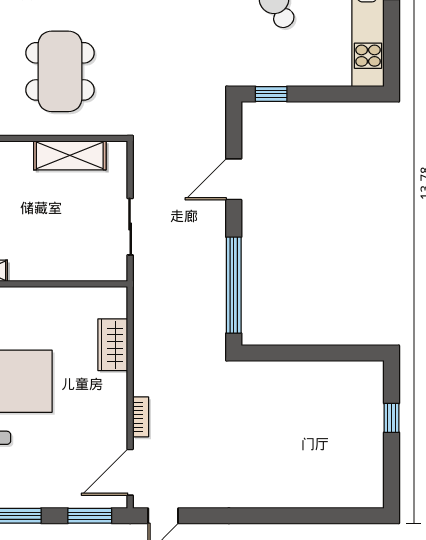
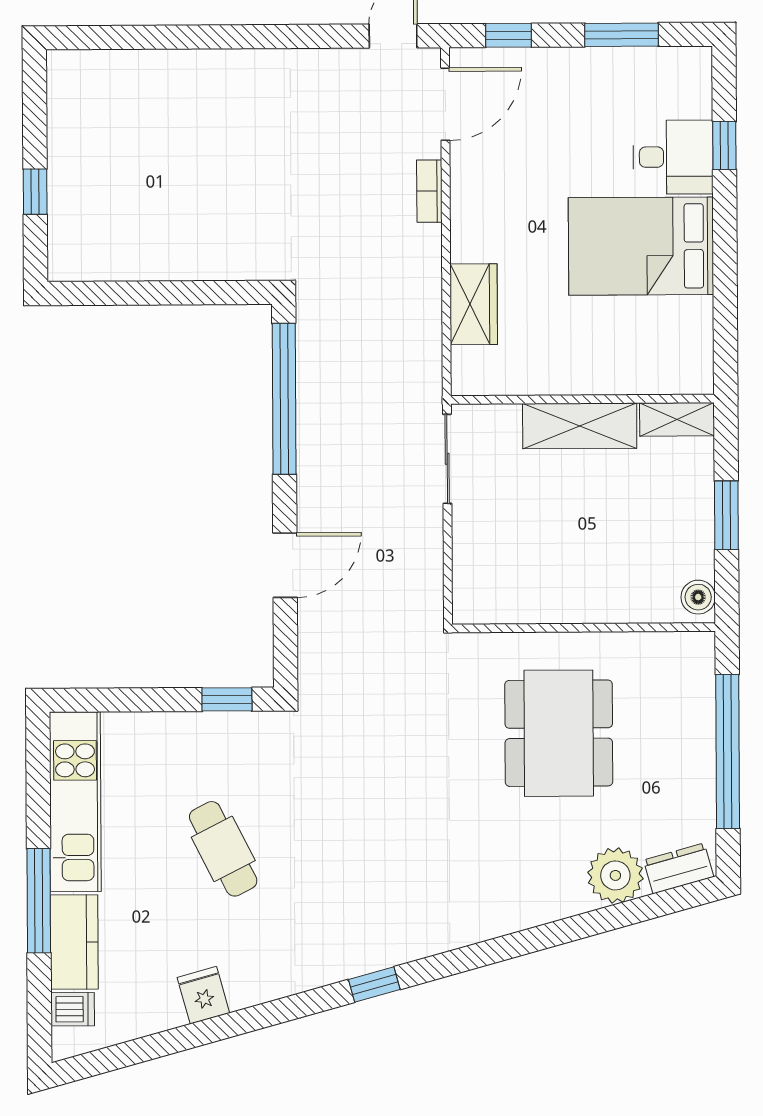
shelving: (70, 155) -> (580, 426), moved
sliding door: (130, 227) -> (447, 459), moved
window: (90, 516) -> (509, 35), width x0.67

